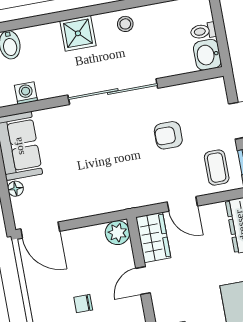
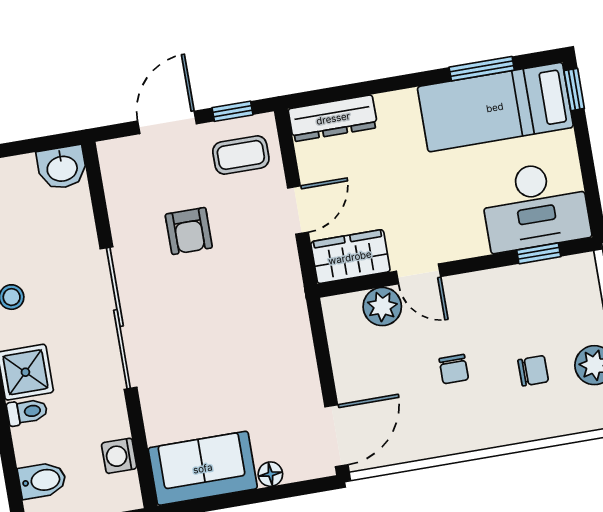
toilet: (203, 31) -> (27, 412), moved, turned -90
plant: (117, 233) -> (382, 307), moved

